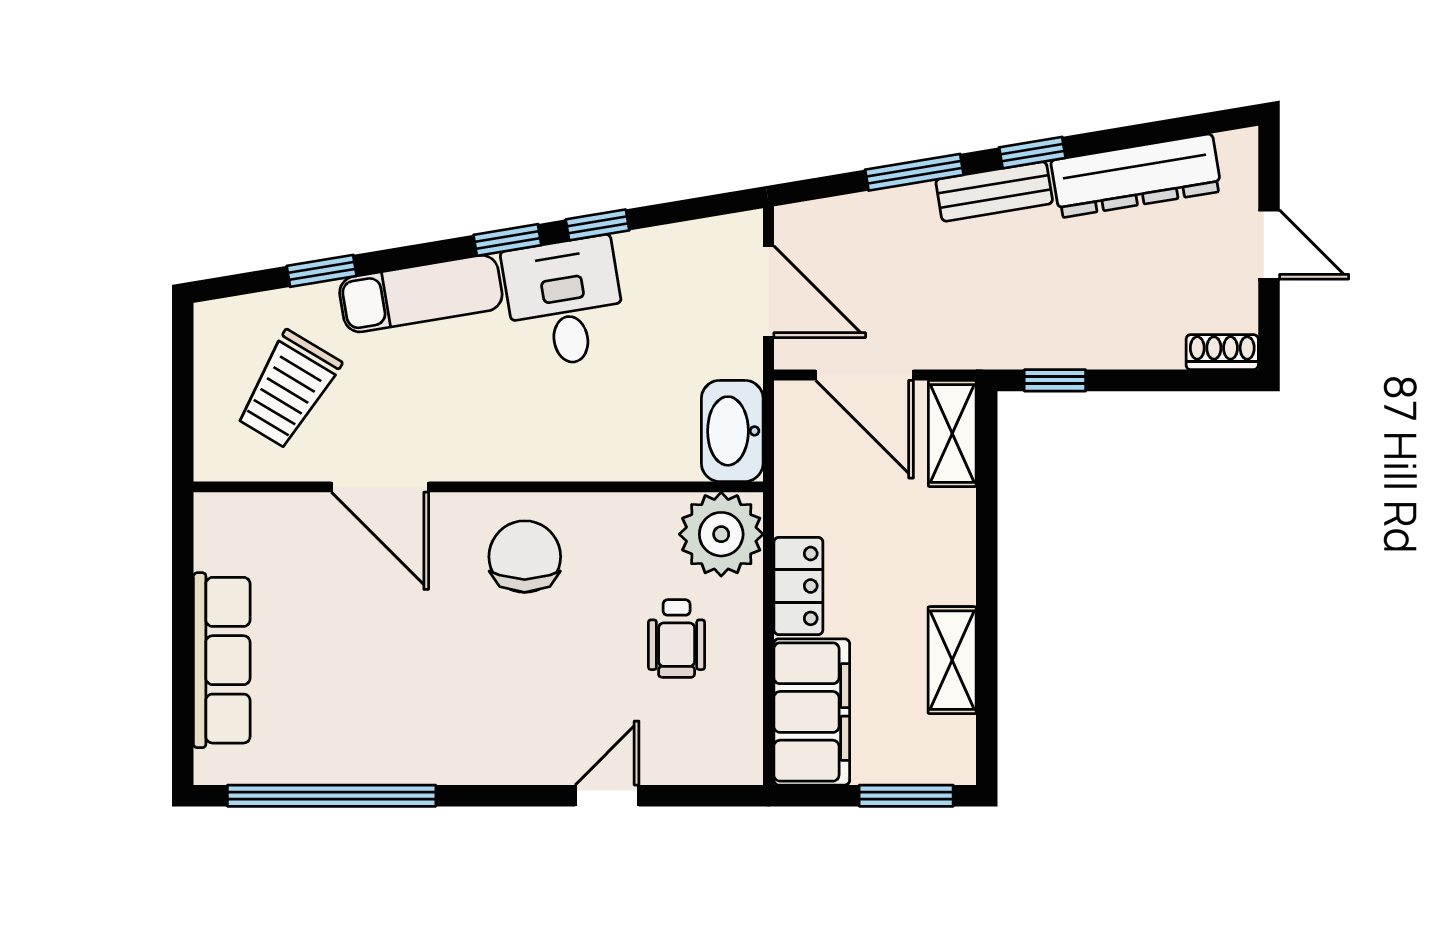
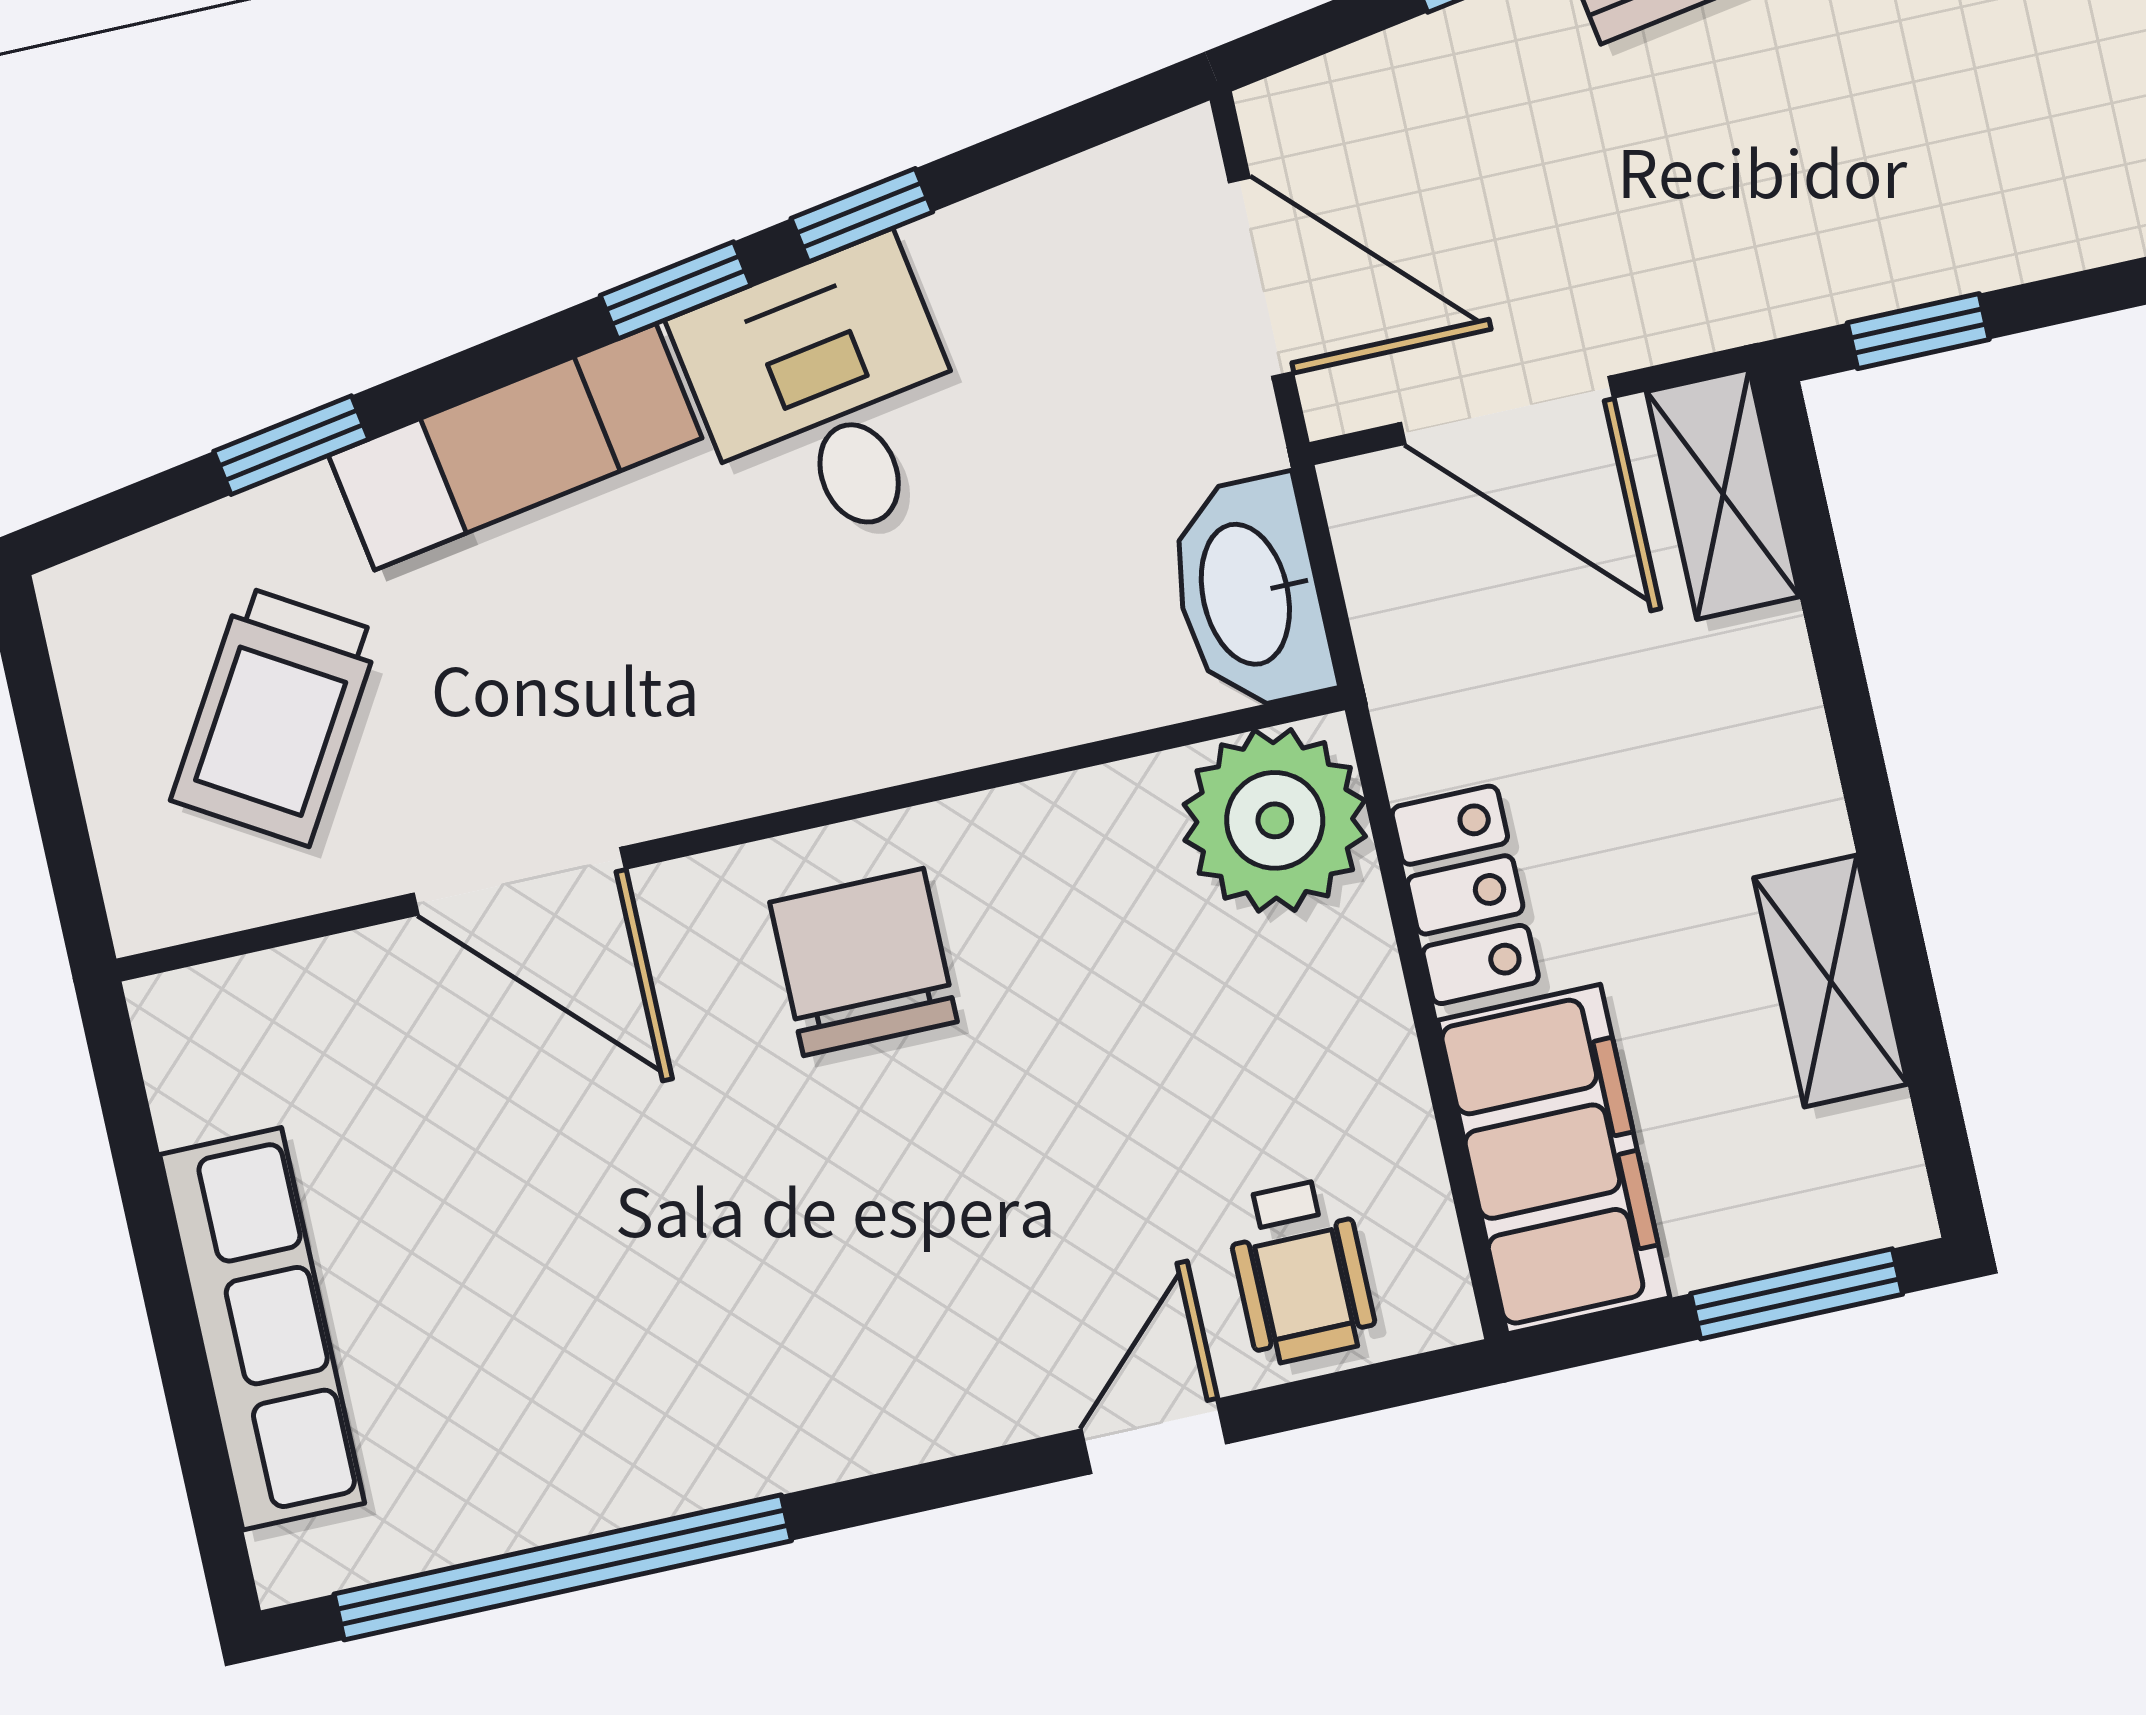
wheelchair: (677, 638) -> (1301, 1271), moved

